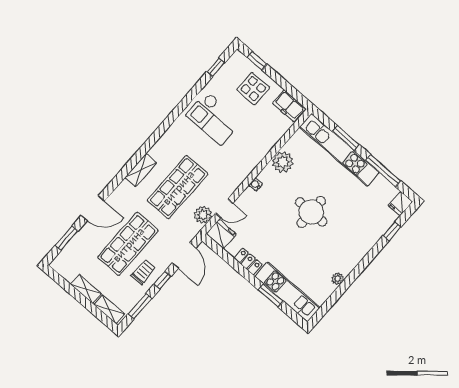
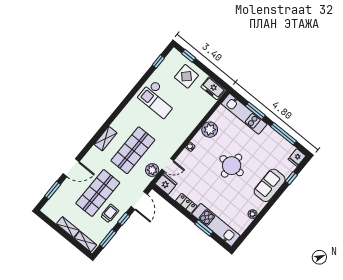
kitchen unit: (339, 150) -> (244, 114), width x0.73
sofa: (362, 240) -> (270, 185), added

